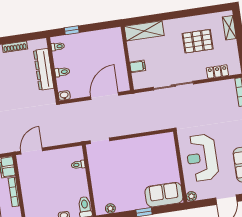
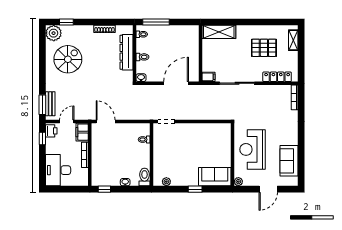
window: (72, 30) -> (156, 22), width x2.17
filing cabinet: (138, 66) -> (208, 77), moved
locker: (217, 72) -> (277, 77), width x1.53
door: (32, 151) -> (106, 122), hinge flipped

